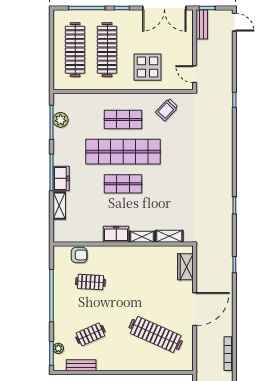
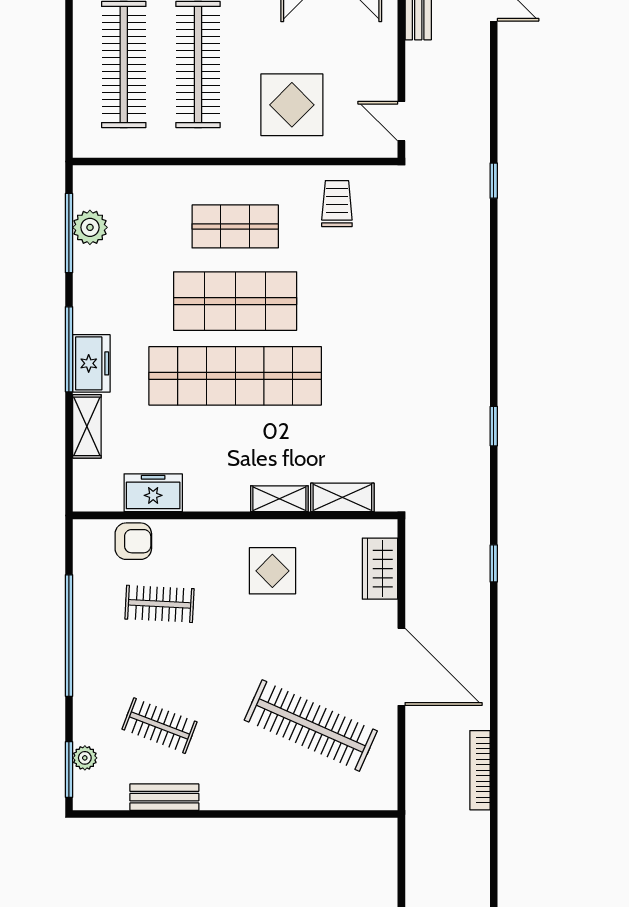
trolley: (167, 110) -> (337, 204), turned 136
shop shelf: (123, 152) -> (235, 301), width x0.71
shop shelf: (123, 184) -> (235, 376), width x2.00, depth x1.36
freezer: (116, 234) -> (153, 493), moved
display table: (139, 268) -> (272, 571), added
door: (195, 309) -> (401, 667), hinge flipped
clothes rail: (90, 334) -> (160, 726), turned 45
bench: (81, 365) -> (164, 797), moved

